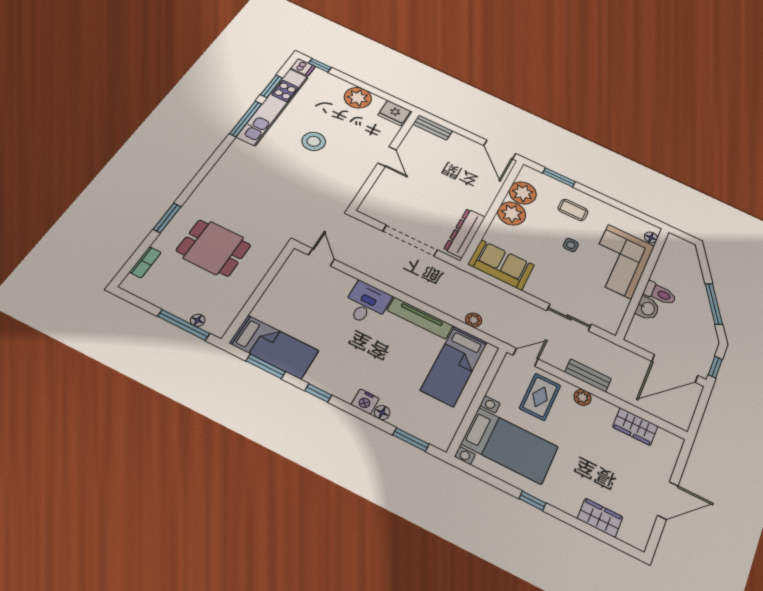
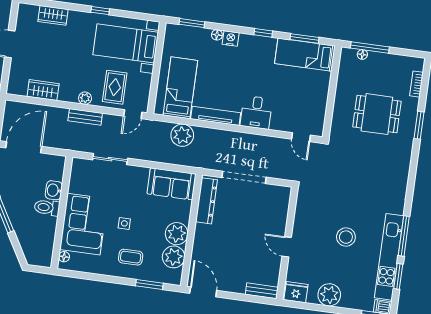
plant: (474, 320) -> (182, 135), width x1.87, depth x1.87

